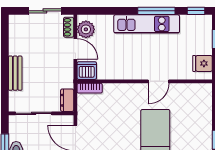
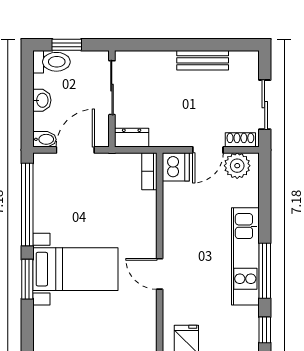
bench: (15, 73) -> (203, 60), moved

